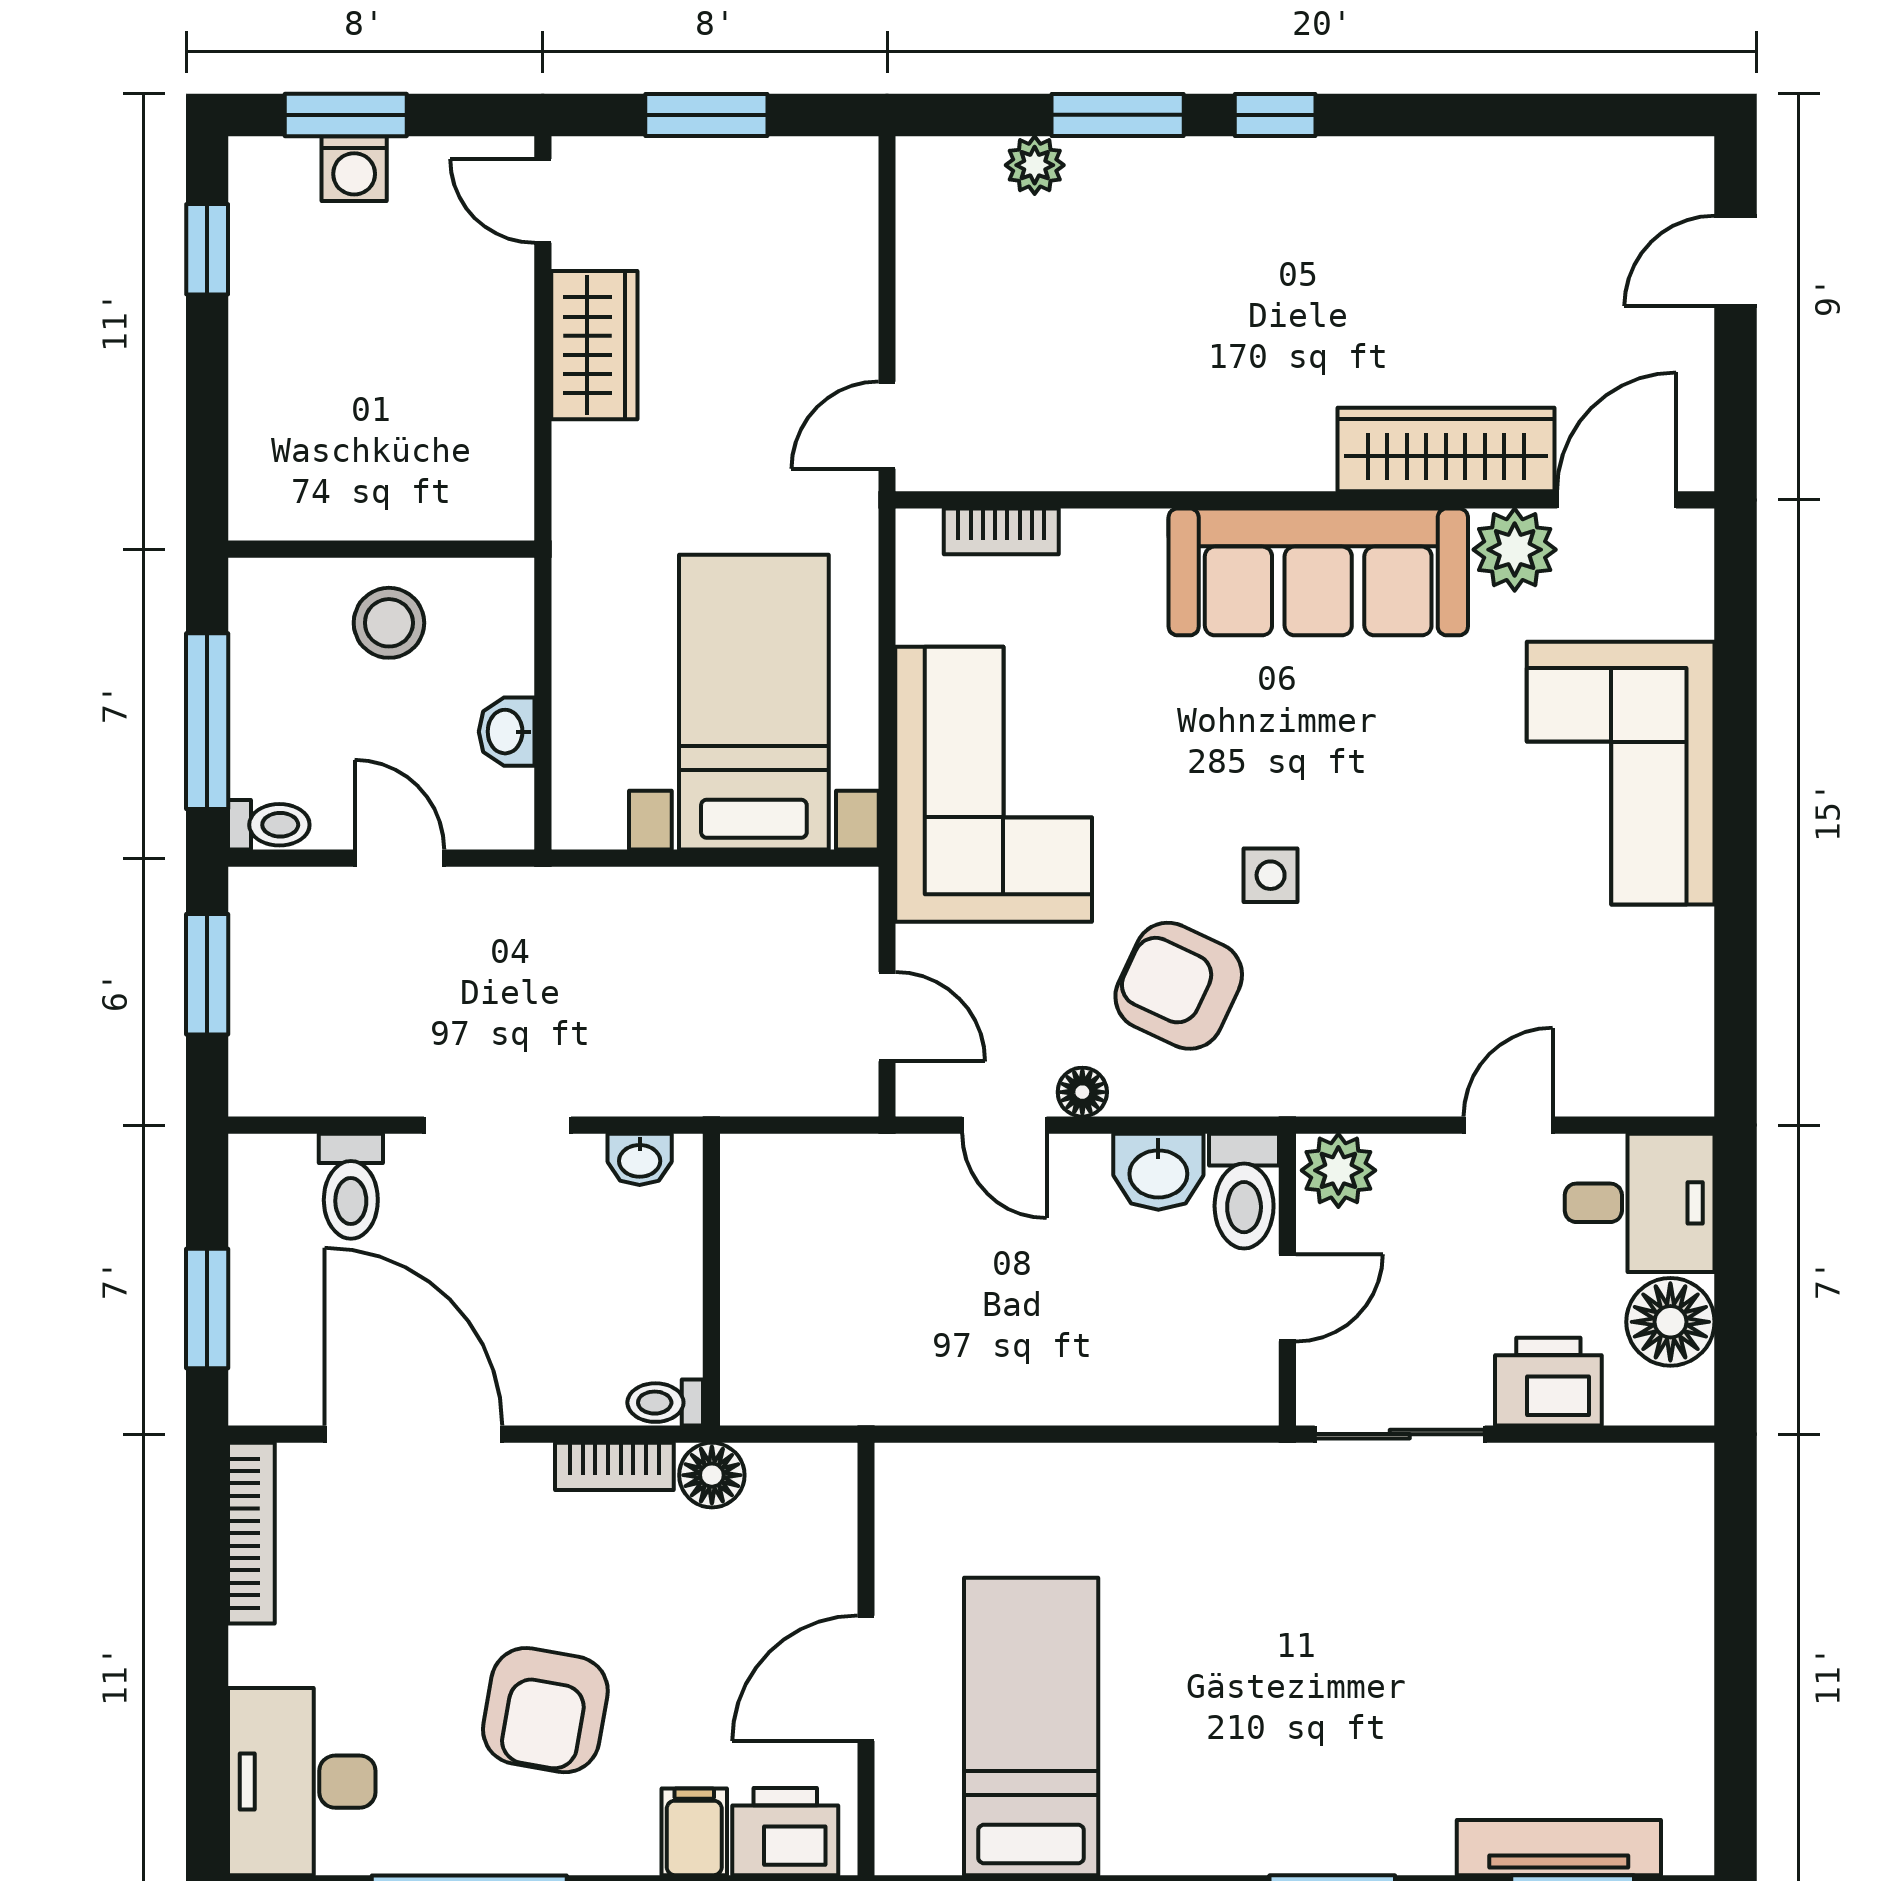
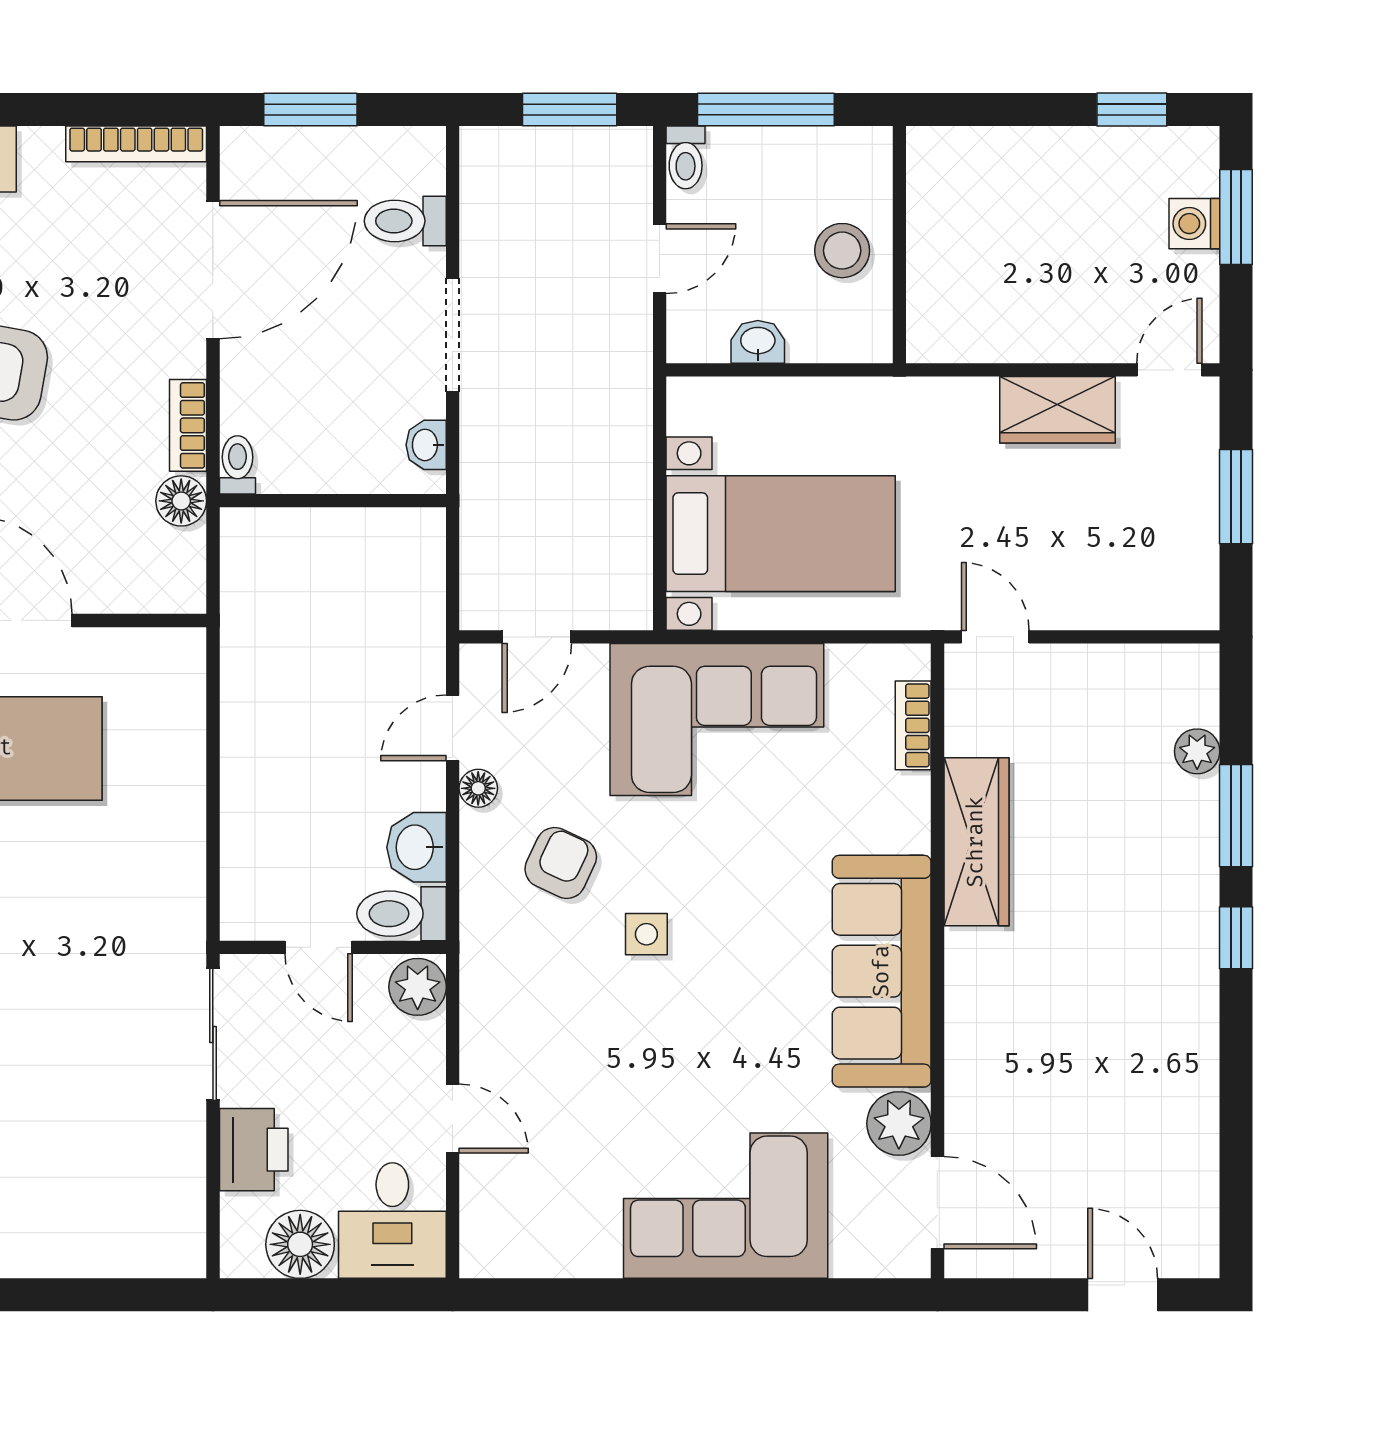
wardrobe: (1446, 450) -> (976, 842), moved
armchair: (1179, 986) -> (561, 863), width x0.72, depth x0.72

